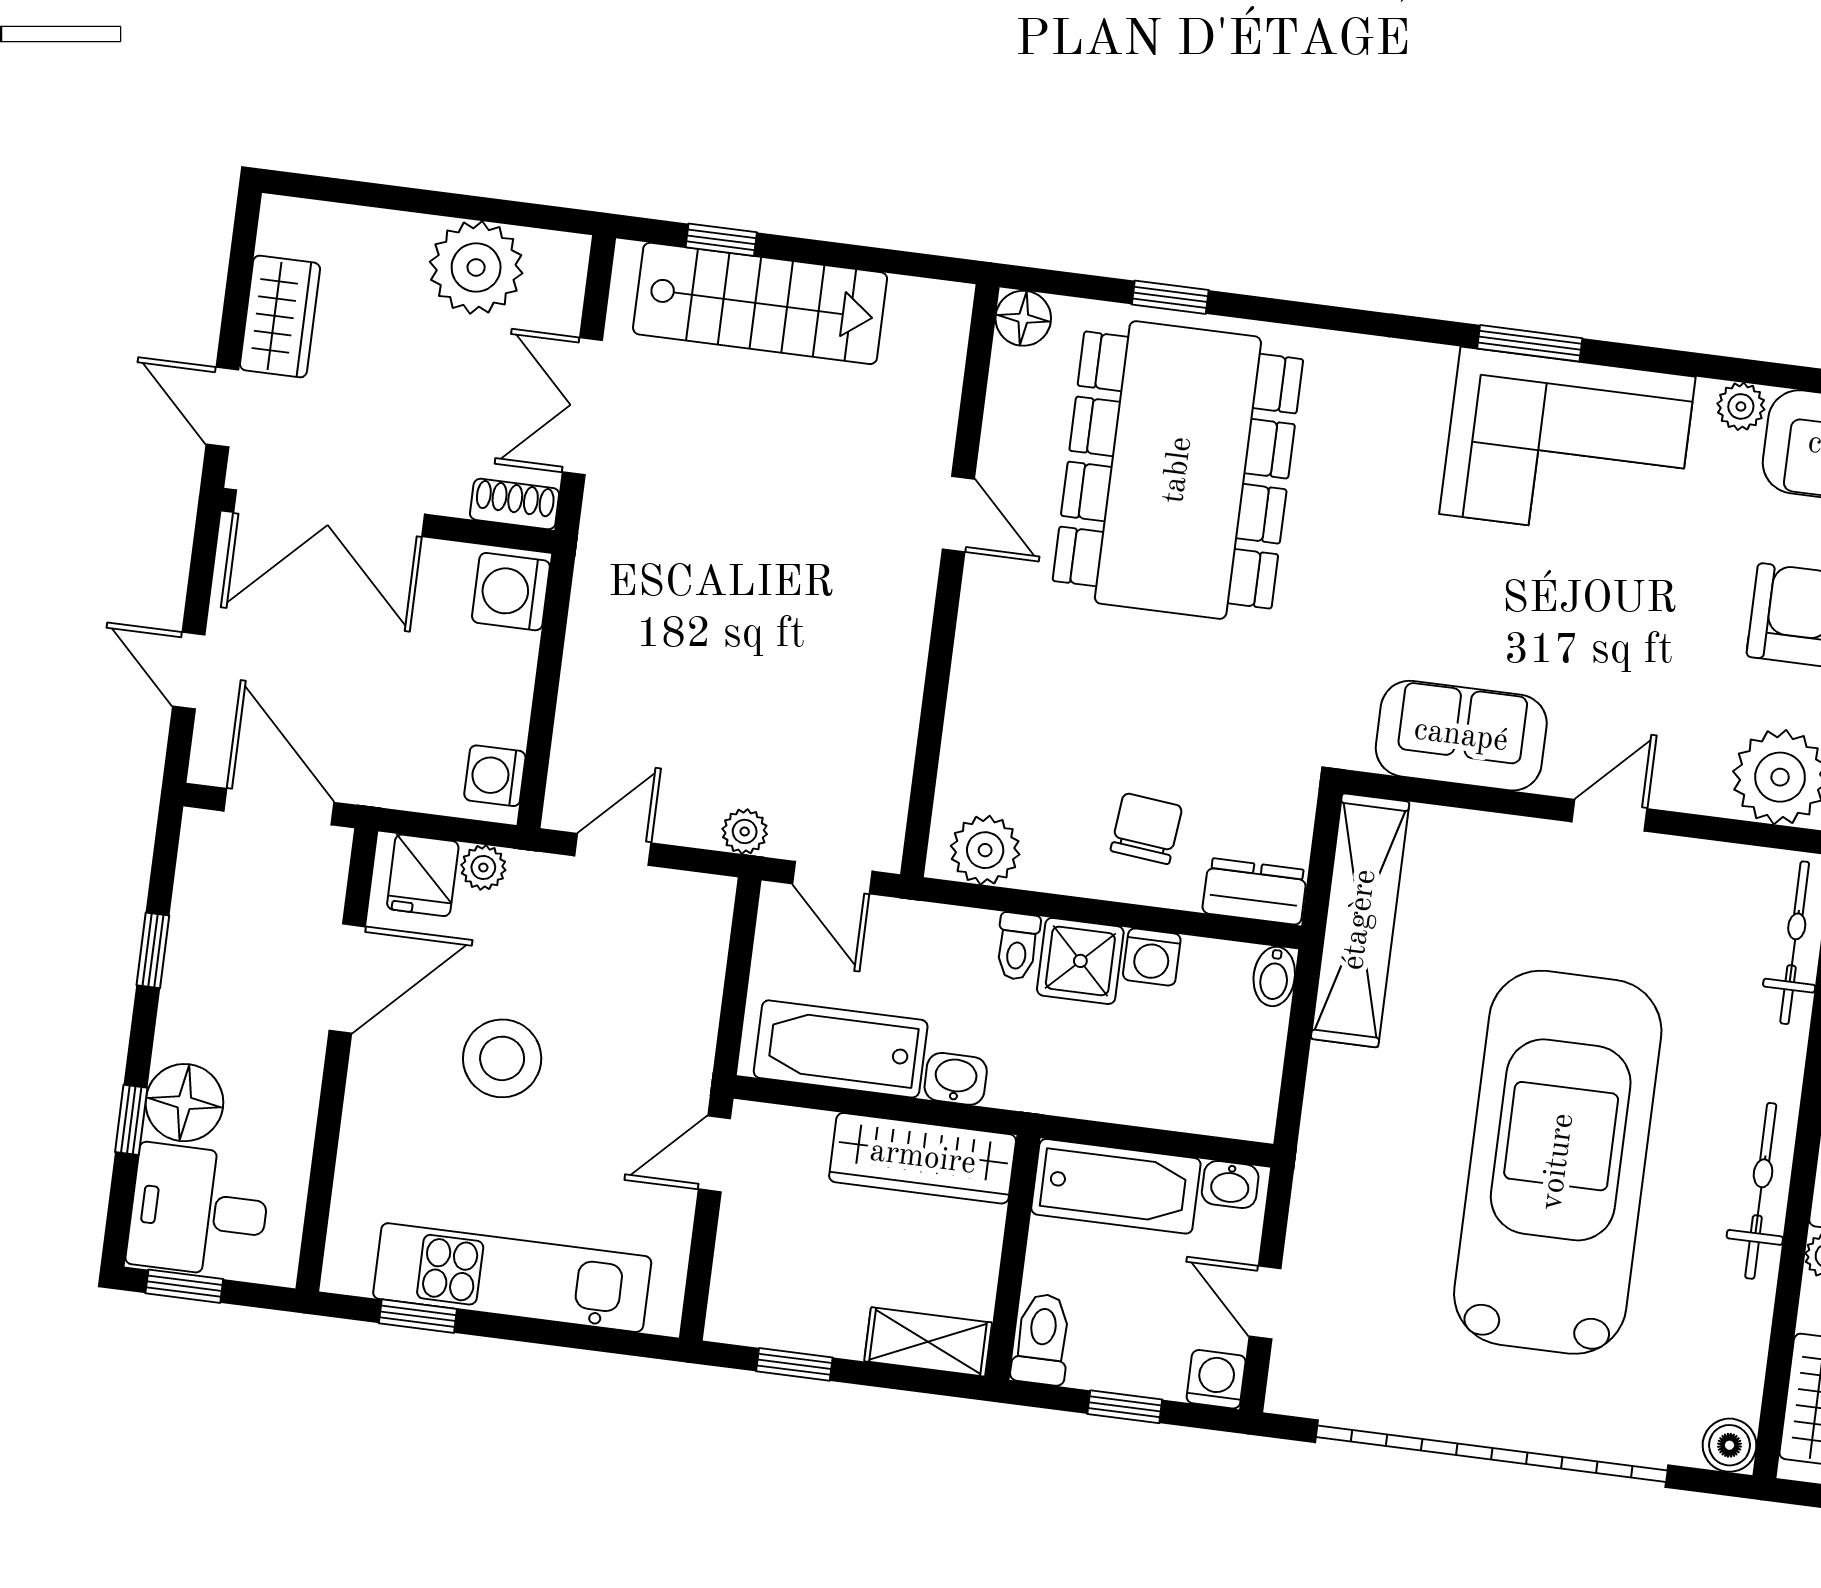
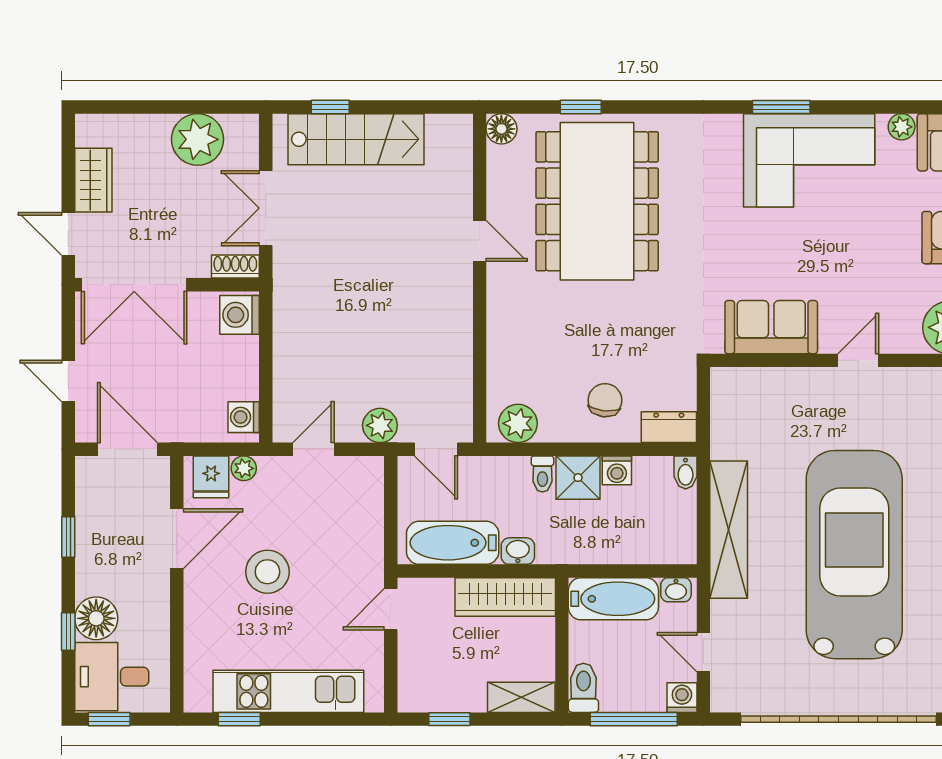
plant: (745, 831) -> (380, 425), width x1.38, depth x1.38
shelving: (1360, 920) -> (729, 530), moved
window: (1125, 1407) -> (634, 719), width x2.17

